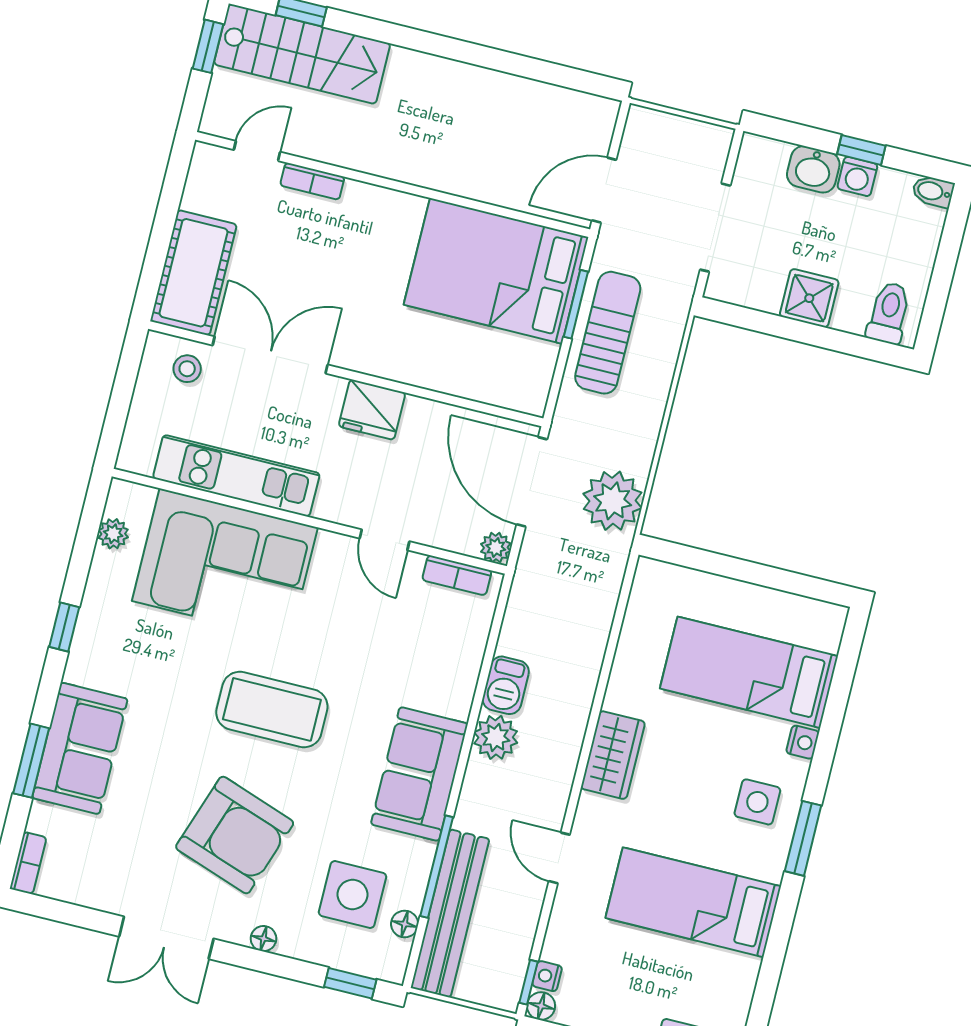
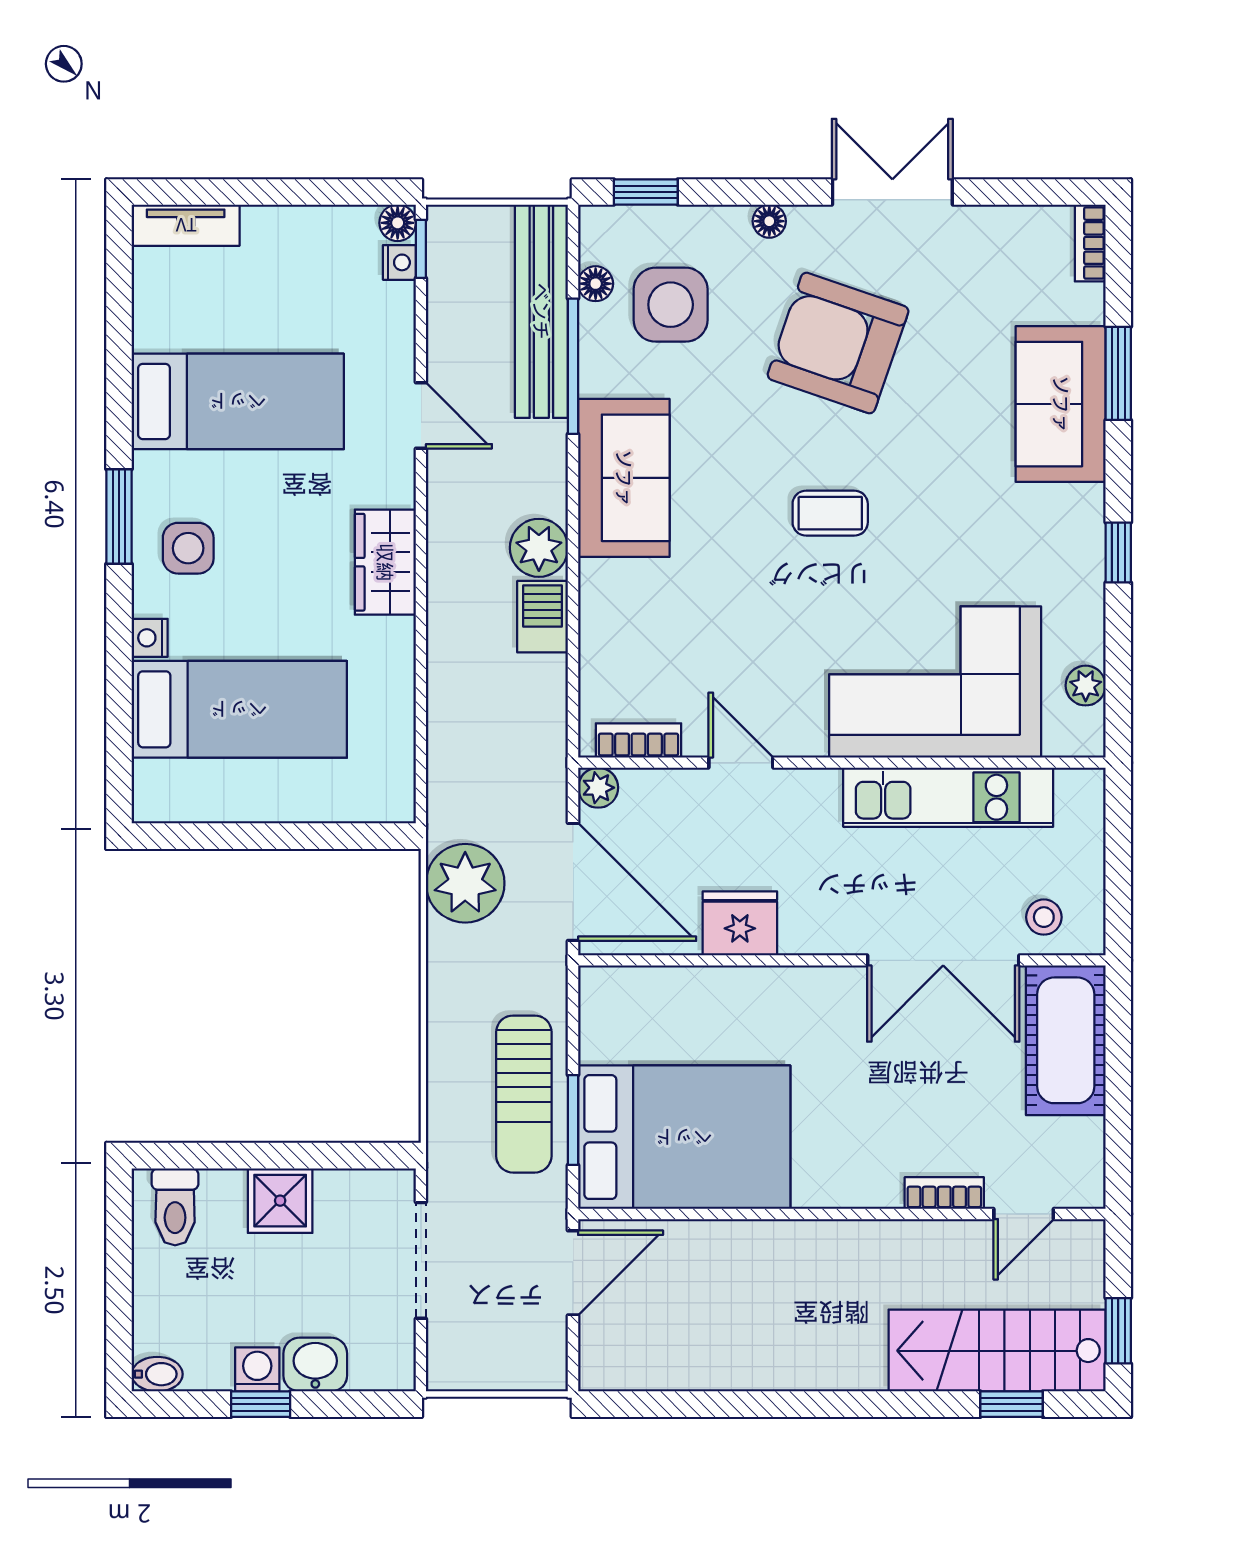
fridge: (372, 410) -> (740, 923), moved
coffee table: (272, 710) -> (830, 513), width x0.54, depth x0.58

